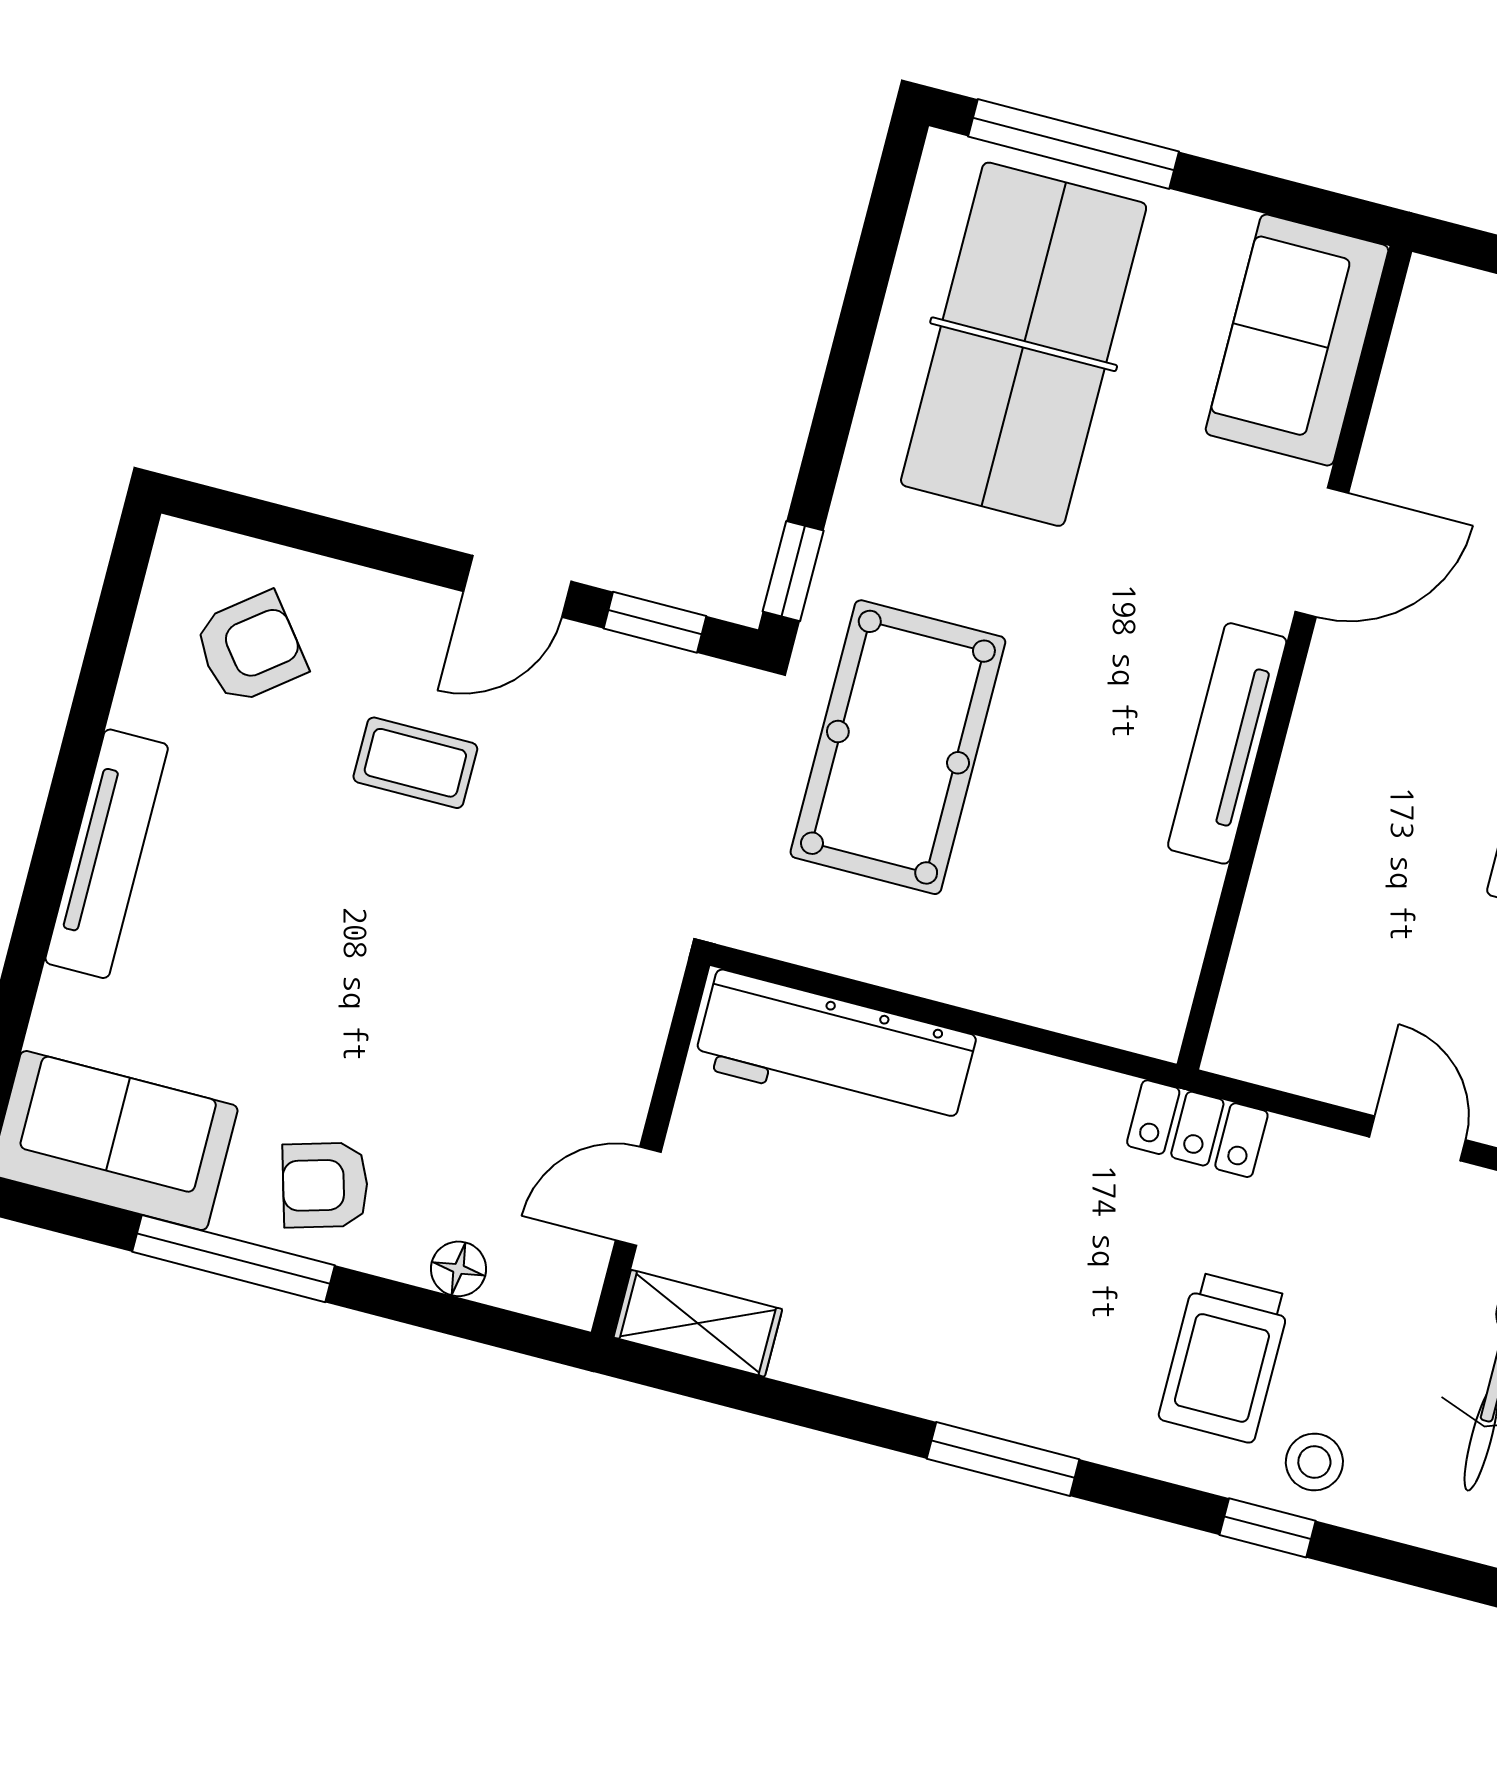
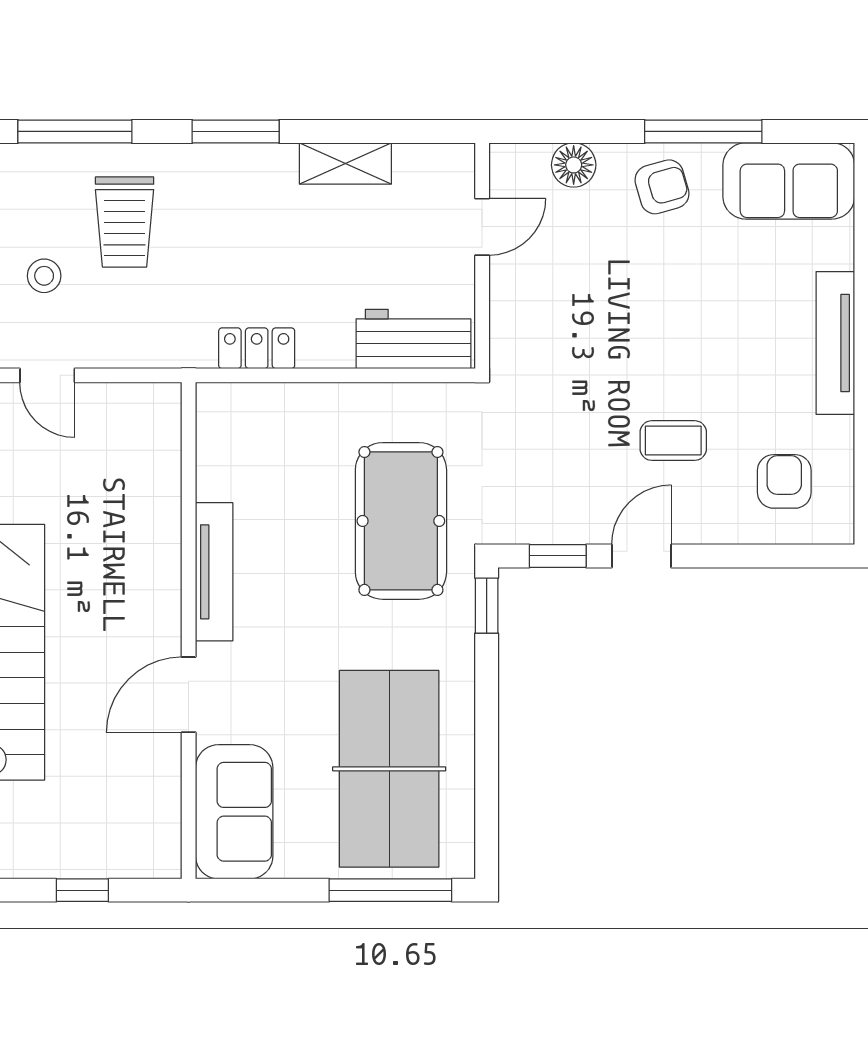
armchair: (250, 648) -> (784, 481), turned 128
workbench: (835, 1051) -> (413, 339), width x0.73
locker: (1197, 1129) -> (257, 348), moved
floor lamp: (459, 1269) -> (574, 165), width x1.37, depth x1.37
shelving: (698, 1323) -> (345, 163), moved
trolley: (1225, 1358) -> (125, 222), turned 180
stool: (1314, 1462) -> (44, 276), moved
window: (1268, 1528) -> (75, 131), width x2.17

